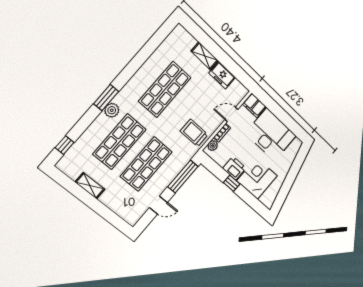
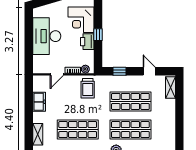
shelving: (205, 56) -> (38, 134), moved
filing cabinet: (254, 105) -> (39, 64), removed
door: (231, 114) -> (57, 74), hinge flipped
window: (183, 177) -> (119, 71), width x0.46
shelving: (90, 186) -> (170, 88), moved

